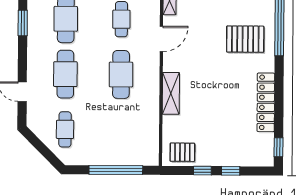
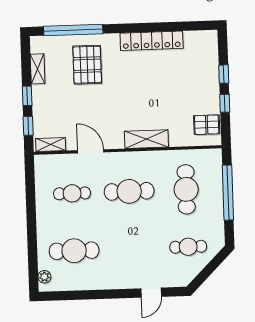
window: (23, 23) -> (80, 295), removed
cafe table: (65, 74) -> (186, 189), moved, turned 90
window: (279, 147) -> (197, 26), removed
pallet: (182, 152) -> (207, 125), turned 90

